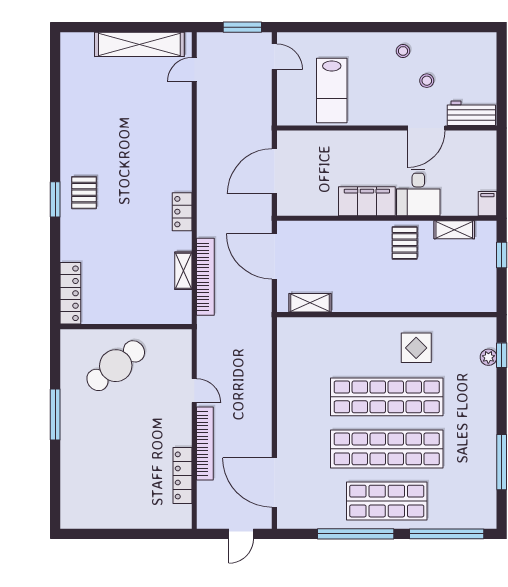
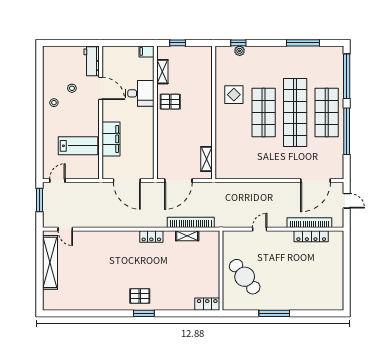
filing cabinet: (367, 201) -> (111, 139), moved, turned 180
locker: (70, 293) -> (207, 304), width x0.66
shop shelf: (387, 397) -> (264, 112), width x0.71
bookcase: (205, 443) -> (309, 223), moved

